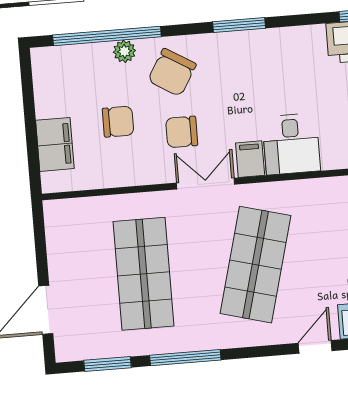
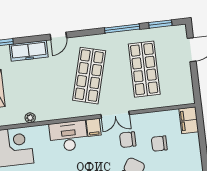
chair: (182, 132) -> (128, 140), turned 180
filing cabinet: (55, 144) -> (189, 120), moved
desk: (291, 144) -> (69, 136), width x1.37

